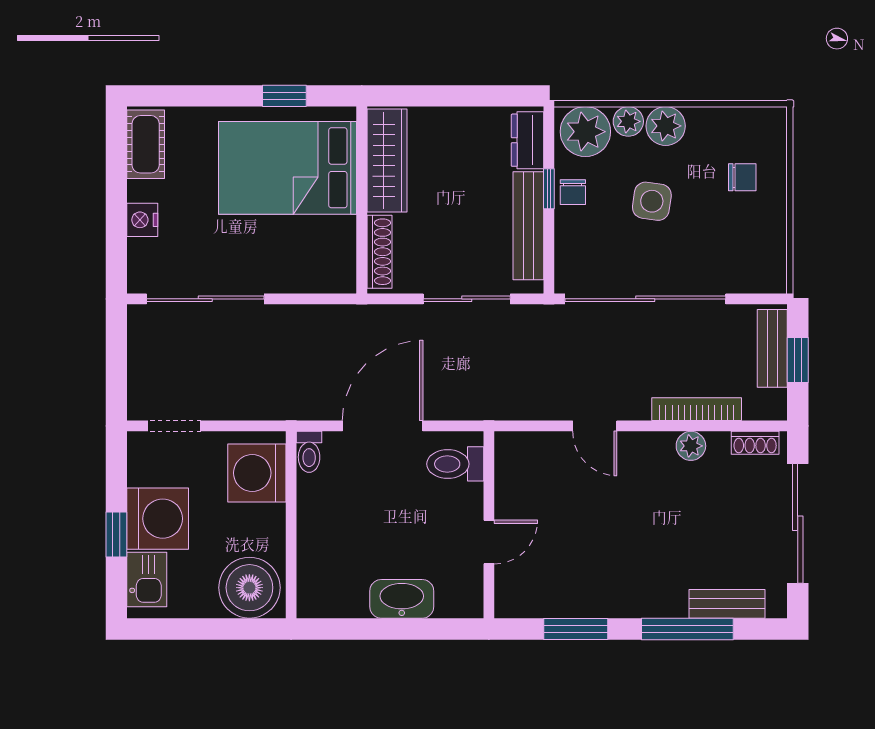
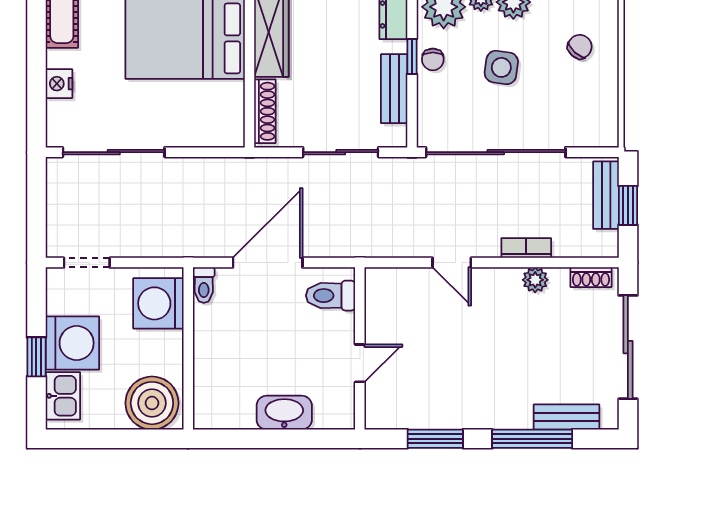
chair: (742, 177) -> (580, 47), turned -48
bench: (528, 226) -> (394, 89), width x0.73
bookcase: (697, 409) -> (526, 248), width x0.64

